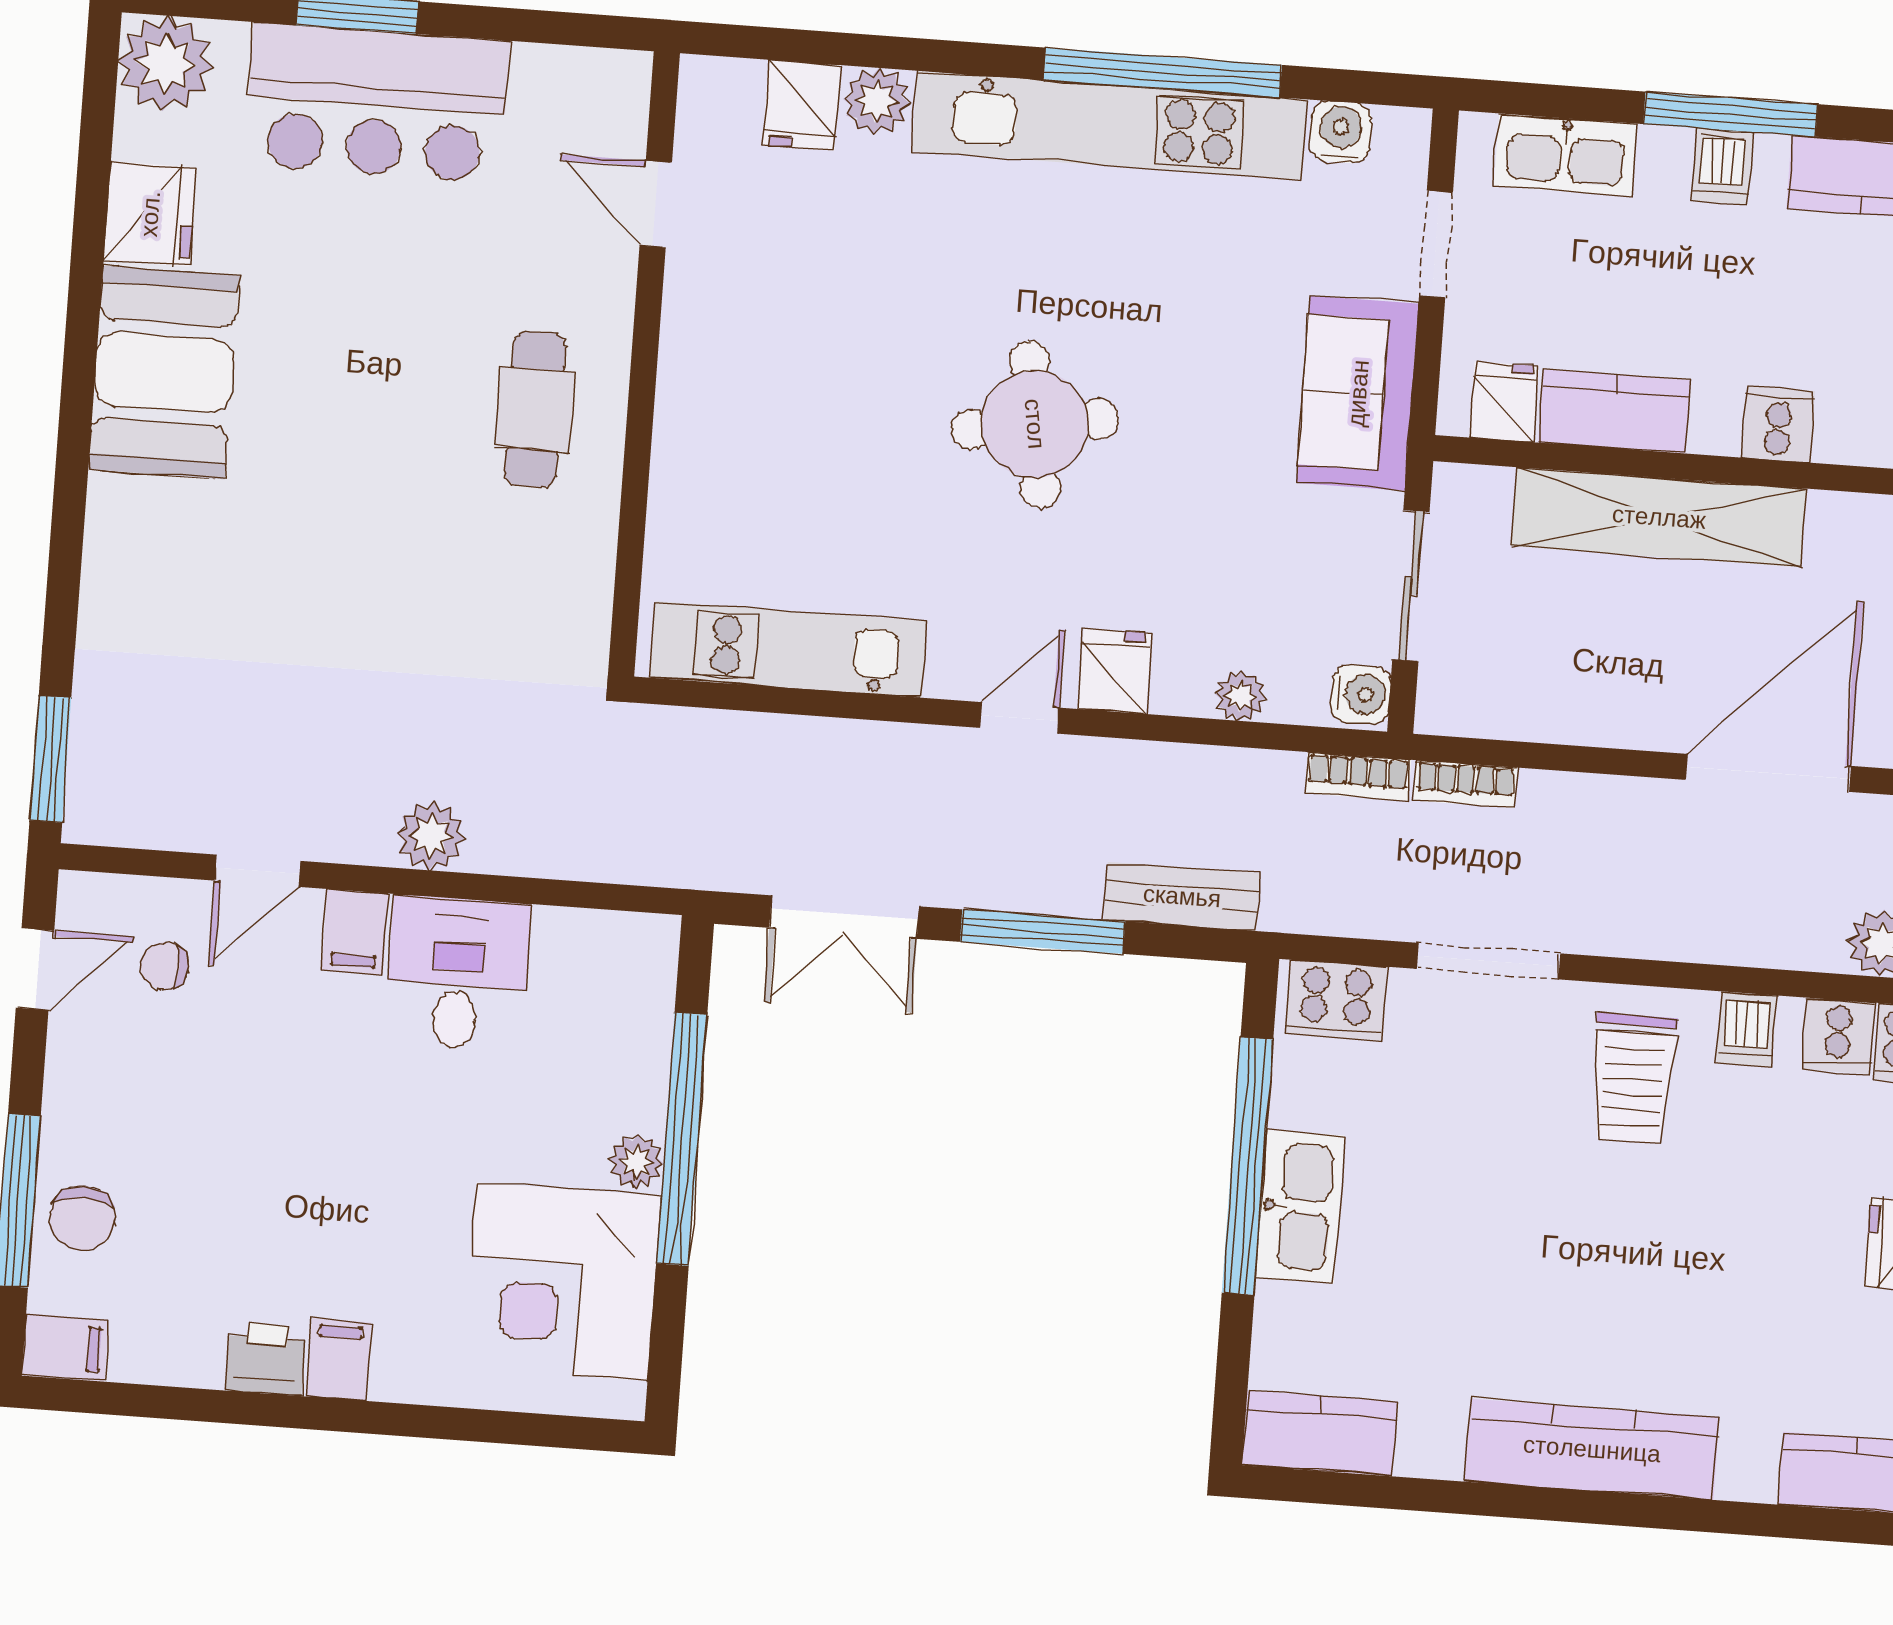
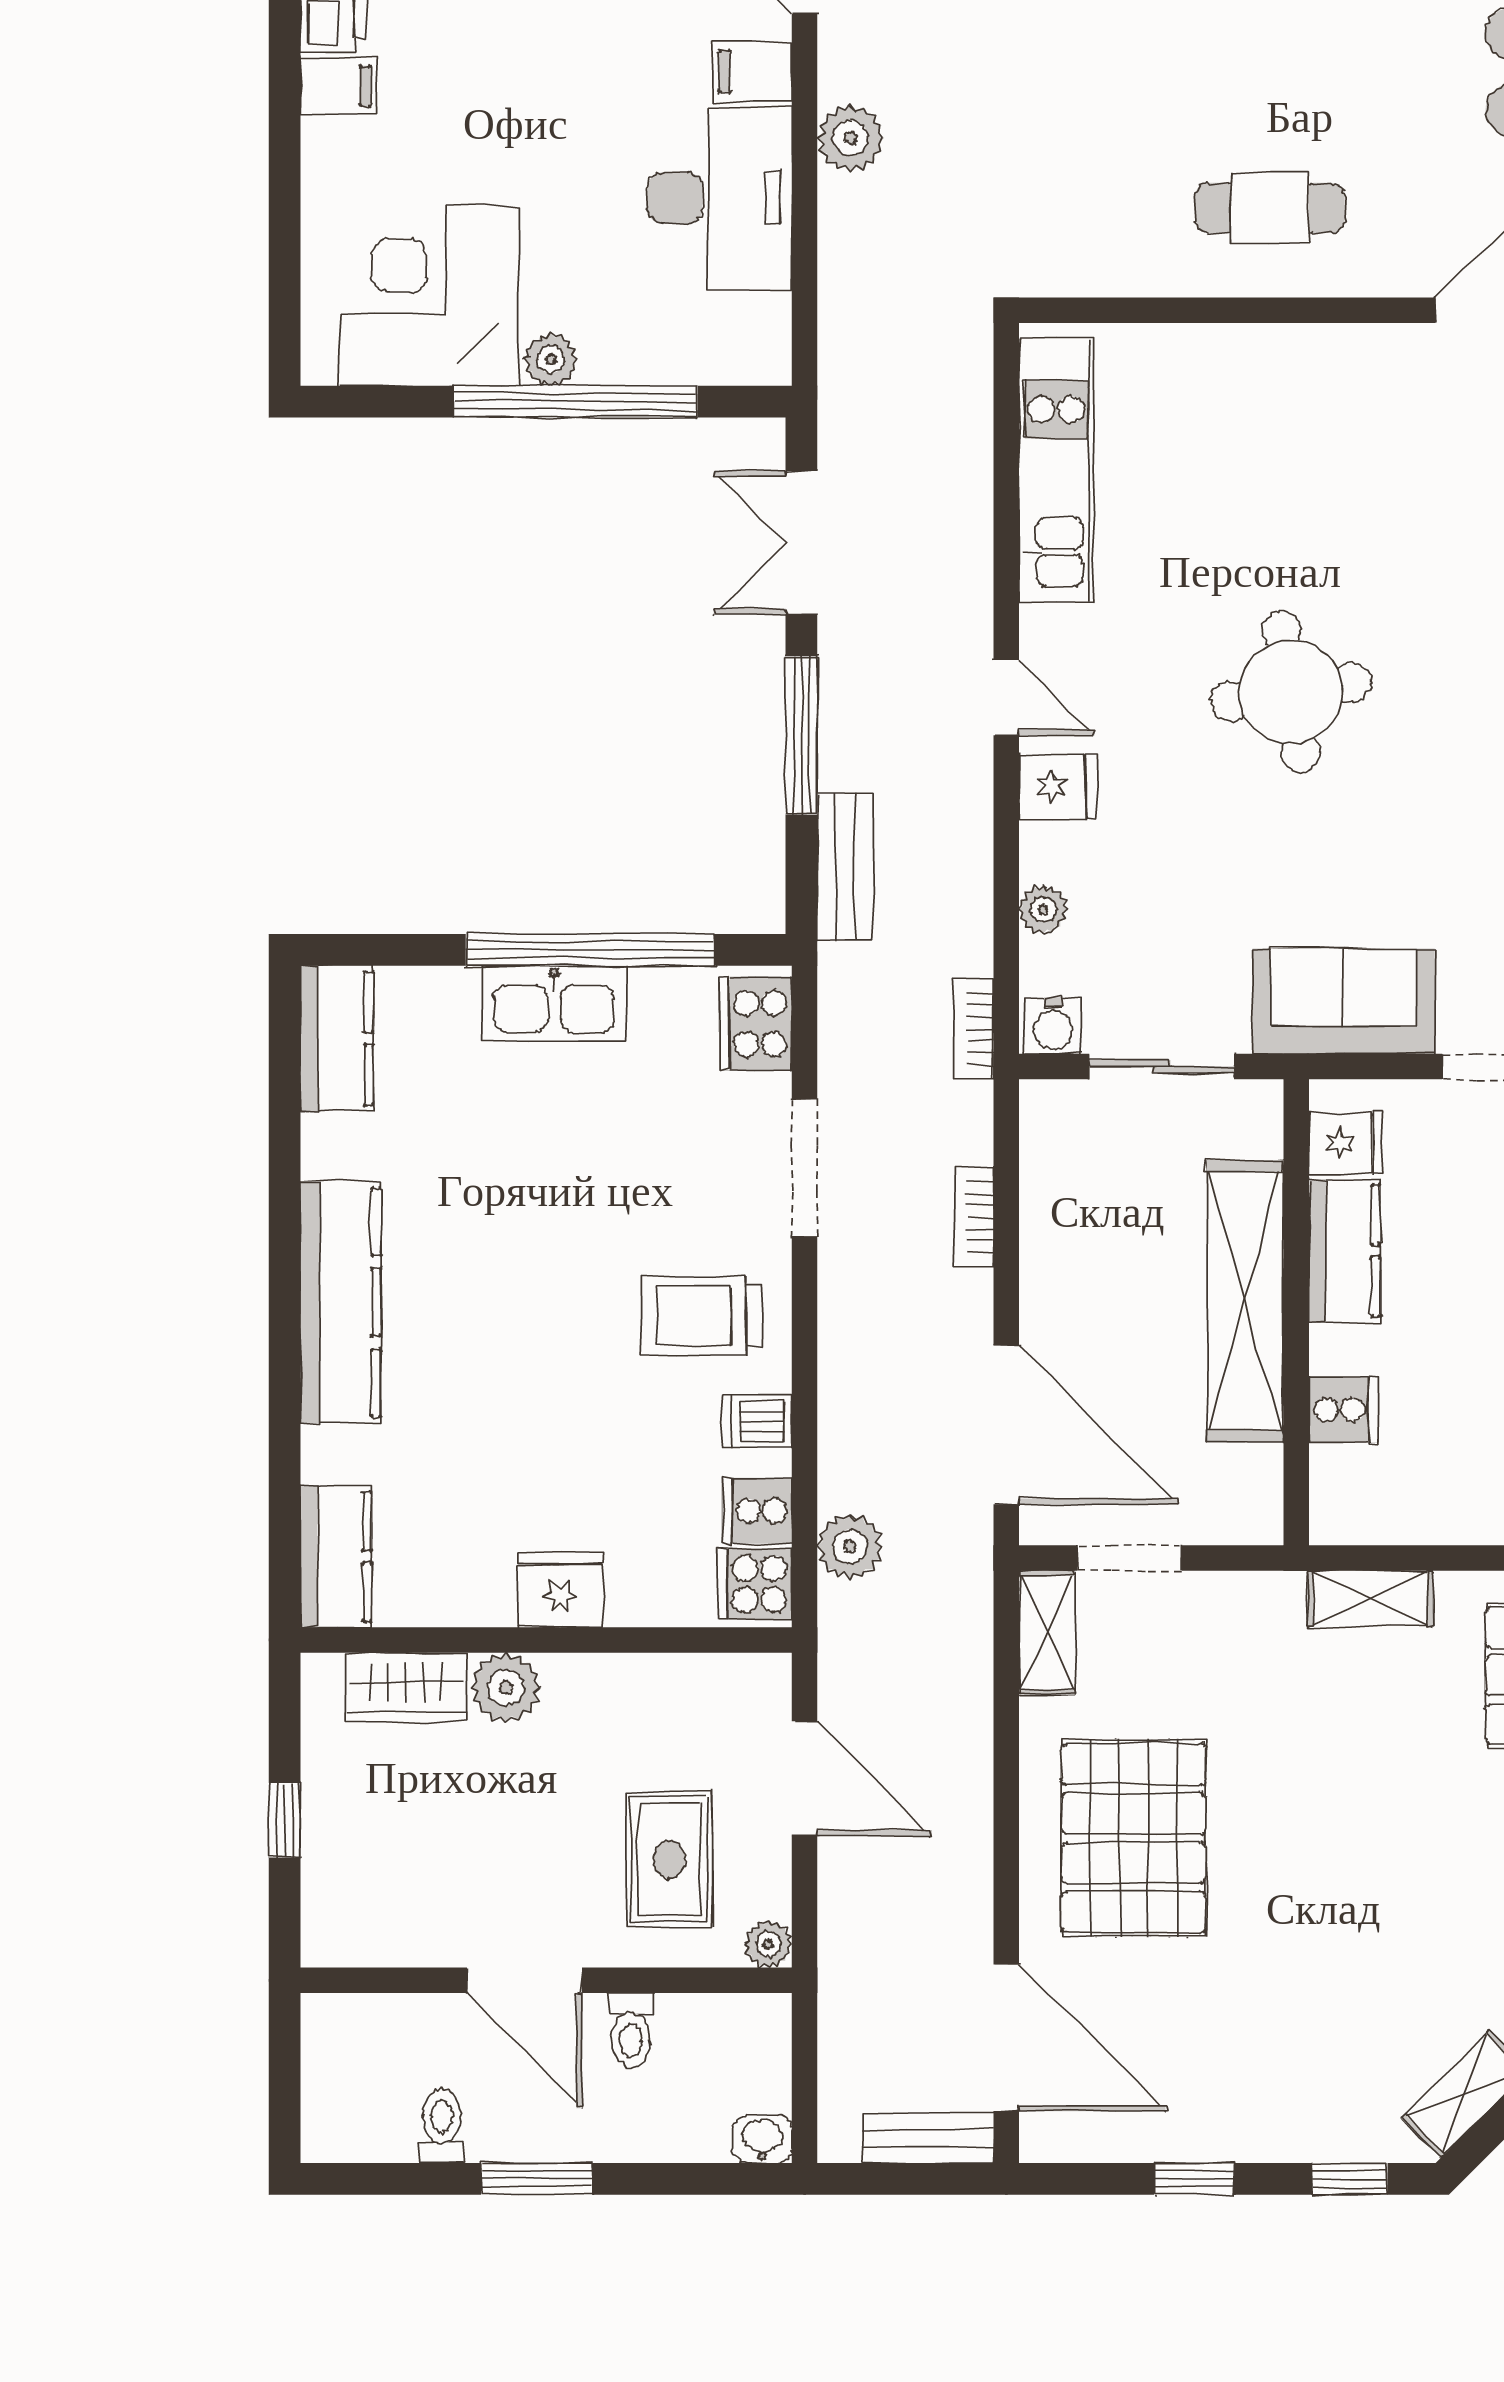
bookcase: (1465, 784) -> (974, 1217), moved
desk: (457, 973) -> (720, 198), width x1.37

